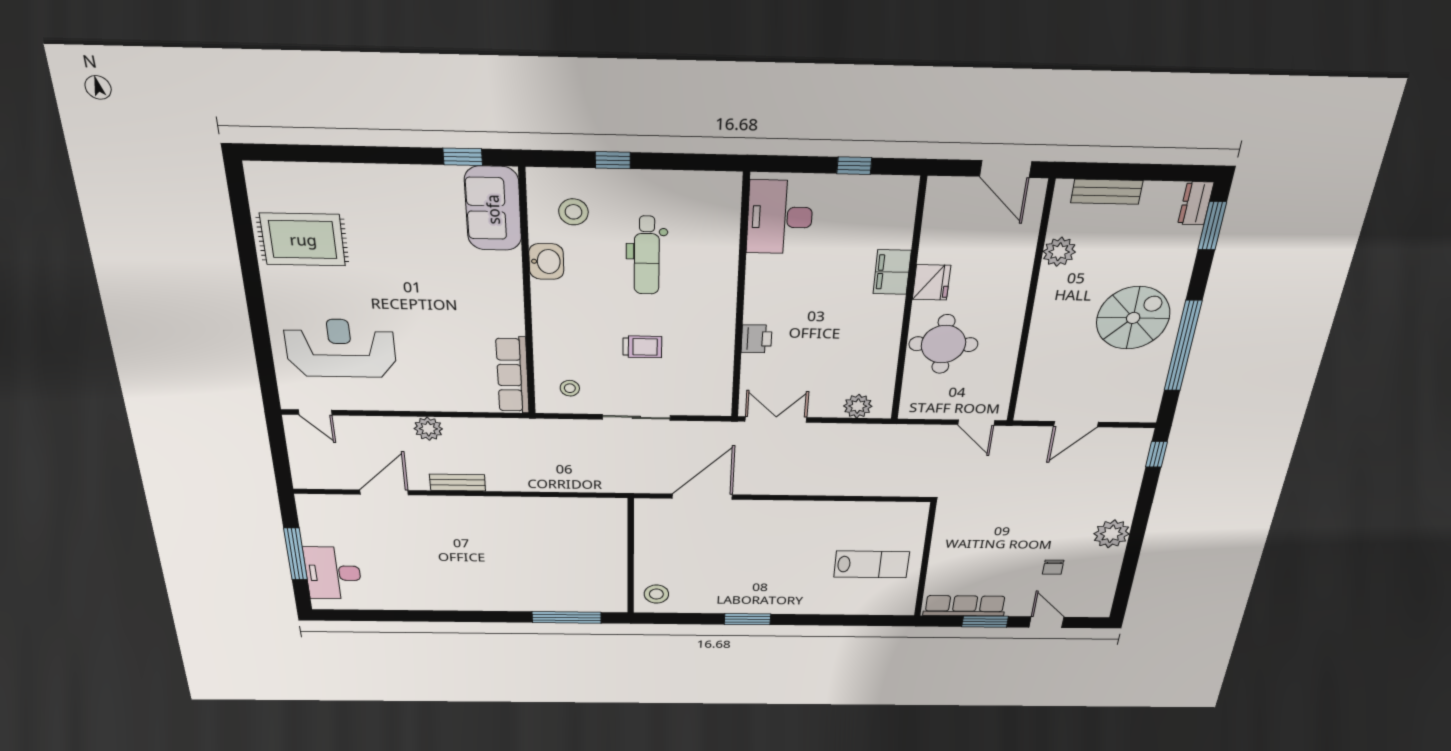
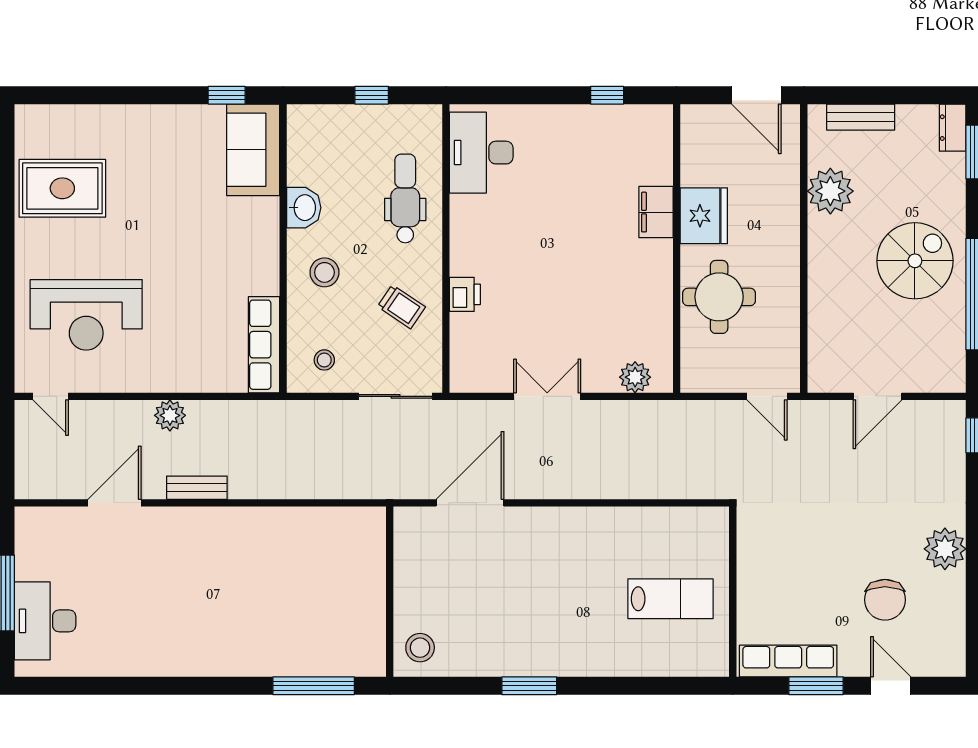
stool: (573, 212) -> (324, 272), moved
desk: (780, 217) -> (481, 153), moved
plant: (1059, 252) -> (830, 191), width x1.36, depth x1.36
dental chair: (647, 255) -> (405, 198), turned 180
fridge: (931, 282) -> (704, 216), width x1.36, depth x1.34
wall: (740, 300) -> (446, 248), moved
printer: (757, 339) -> (465, 294), moved
trolley: (642, 347) -> (401, 307), turned 34
reception desk: (340, 348) -> (86, 315), turned 180
chair: (1053, 567) -> (885, 600), width x1.87, depth x1.87

